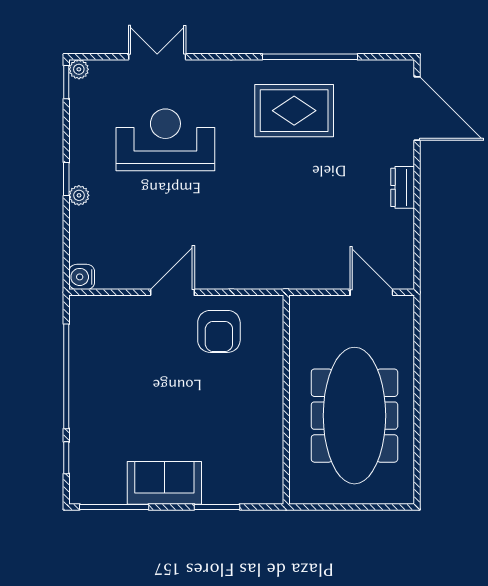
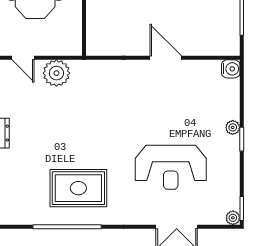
plant: (325, 271) -> (56, 73), added
door: (172, 292) -> (166, 58), swing flipped
door: (371, 292) -> (23, 58), width x0.73
armchair: (219, 331) -> (132, 30), removed

